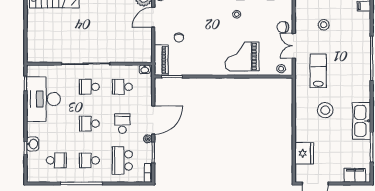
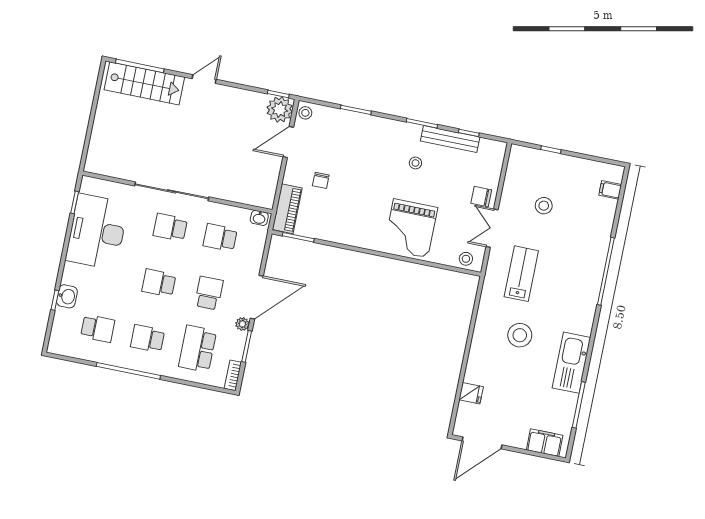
grand piano: (242, 56) -> (411, 228), turned -90
fridge: (304, 153) -> (471, 393), width x0.53, depth x0.75

